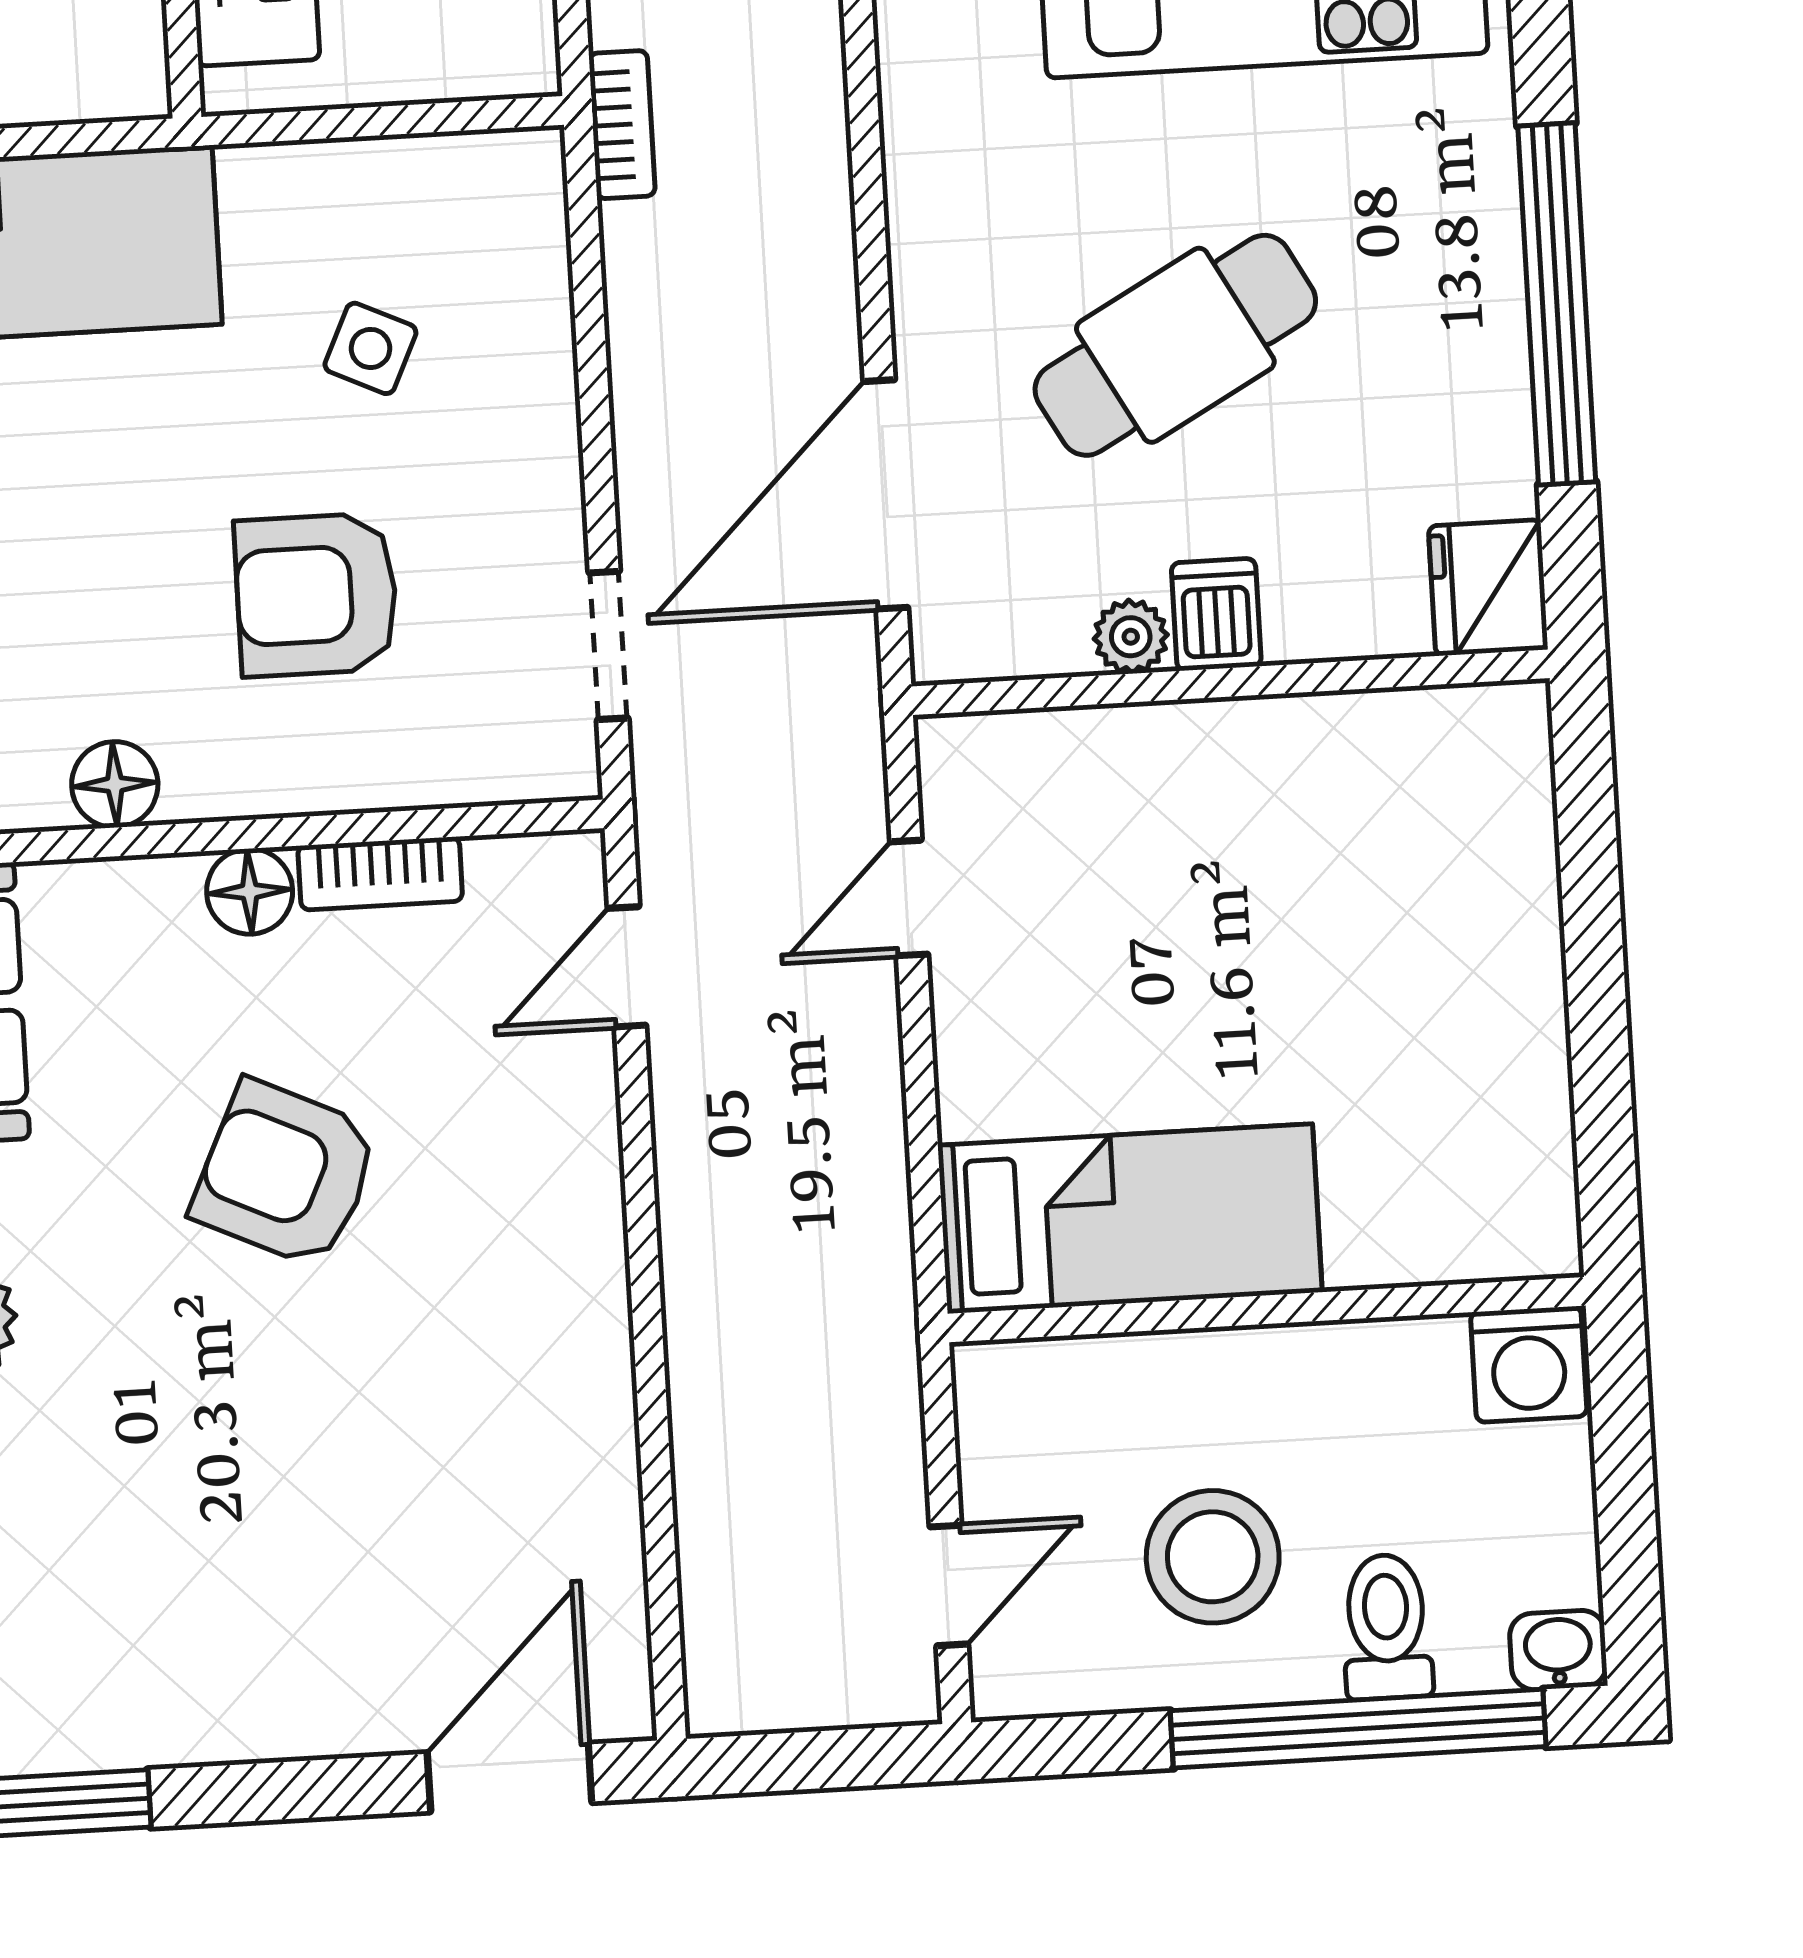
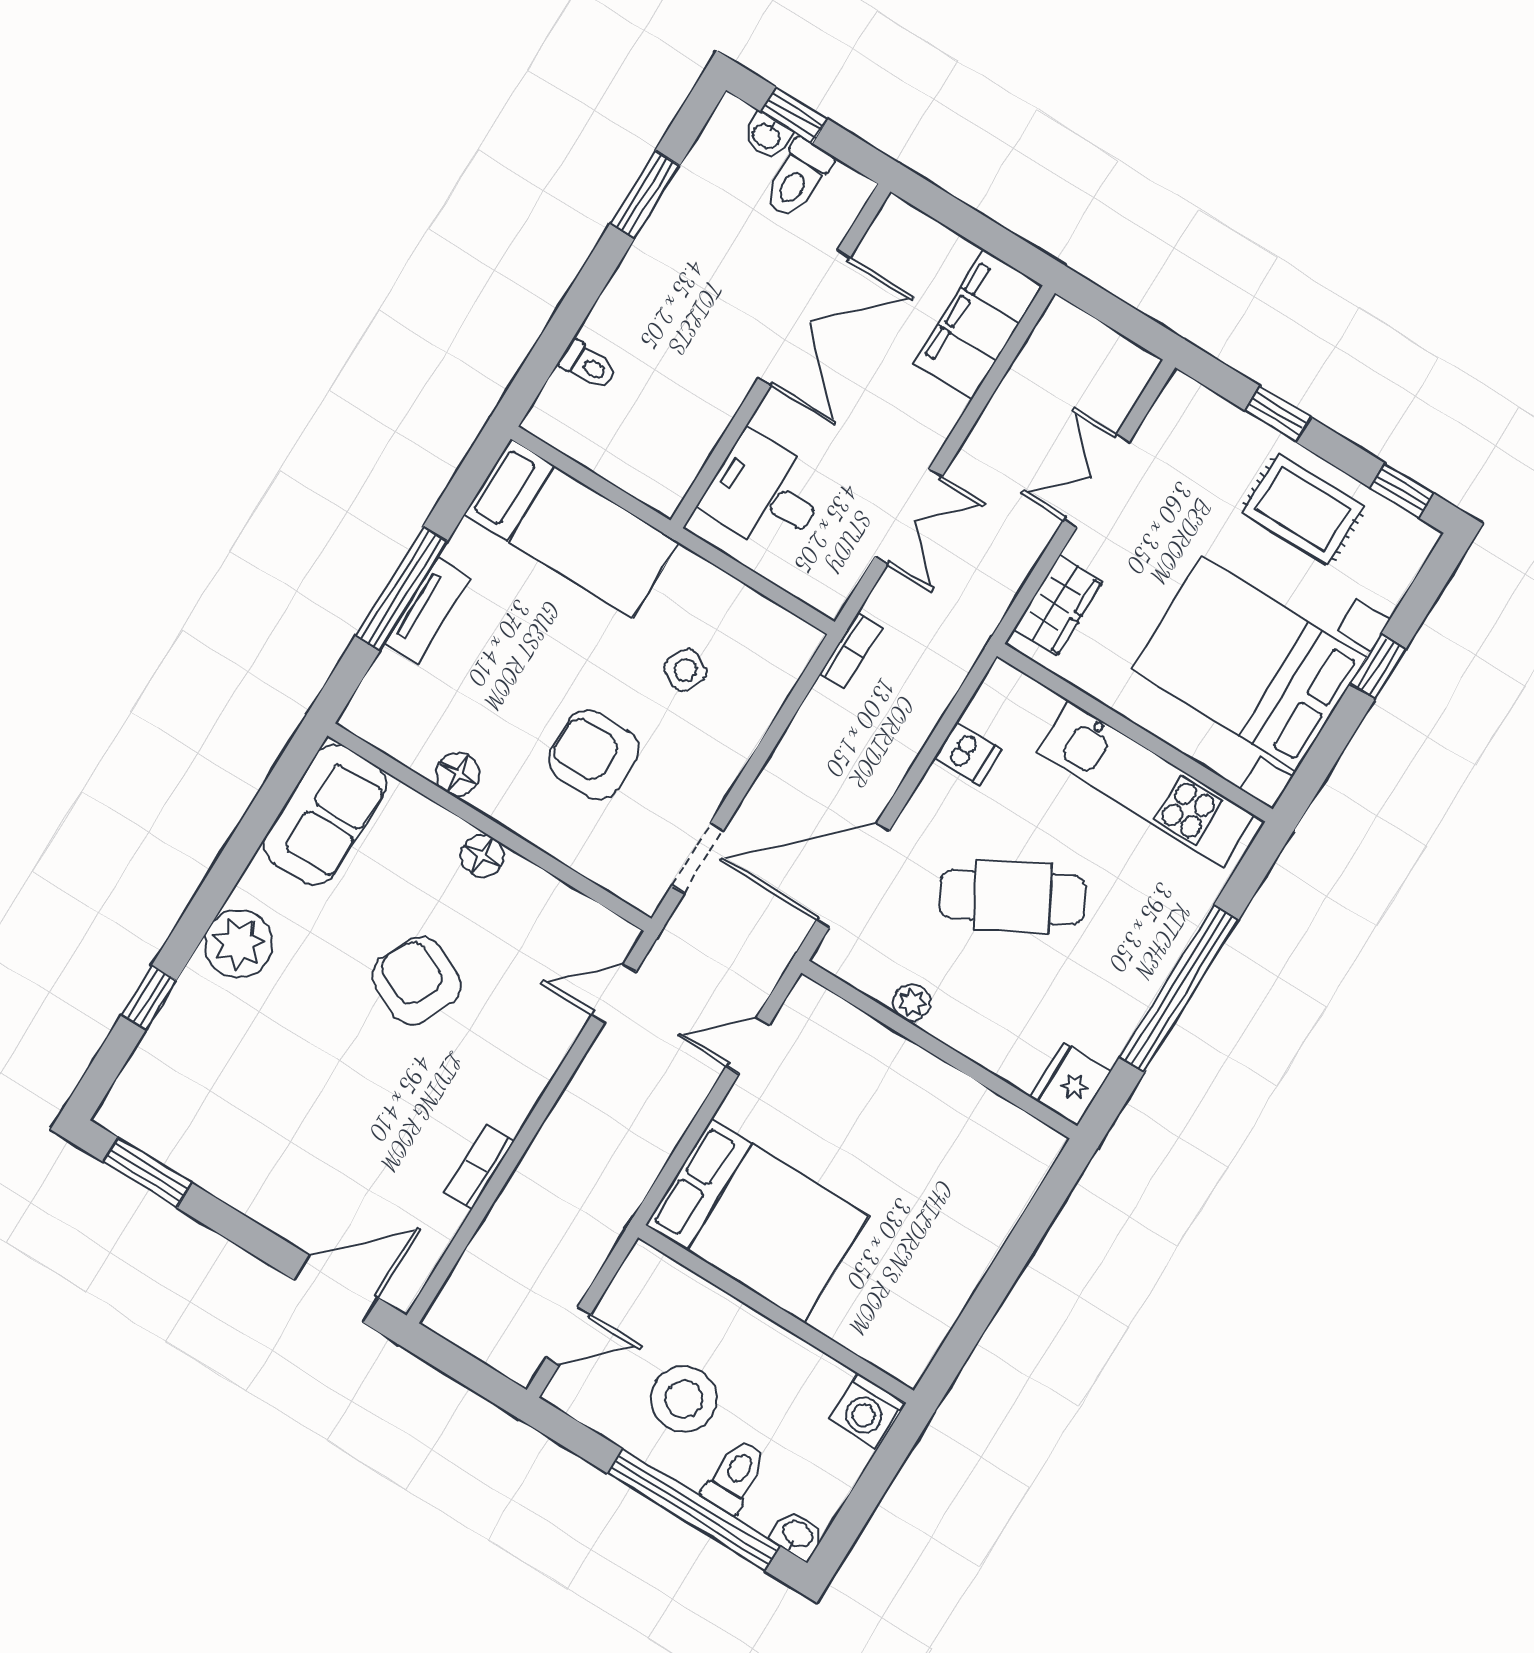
dishwasher: (1216, 614) -> (968, 754), moved, turned 90
bookcase: (380, 873) -> (480, 1167), moved, turned 90
bed: (1130, 1219) -> (757, 1221), width x1.50

